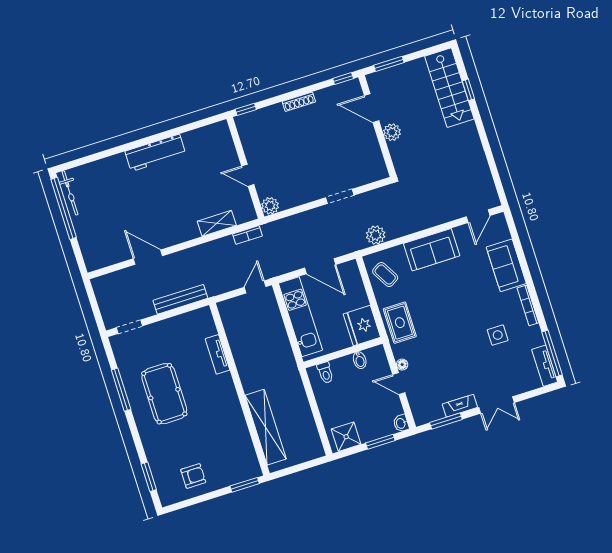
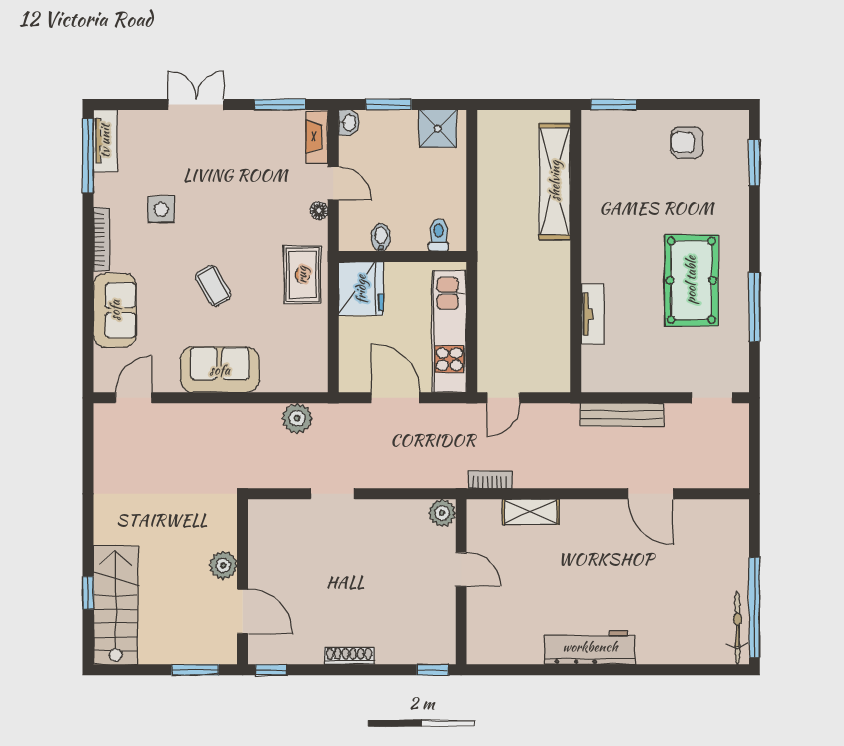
coffee table: (385, 275) -> (213, 286), moved
fireplace: (460, 406) -> (317, 137), moved, turned 90

